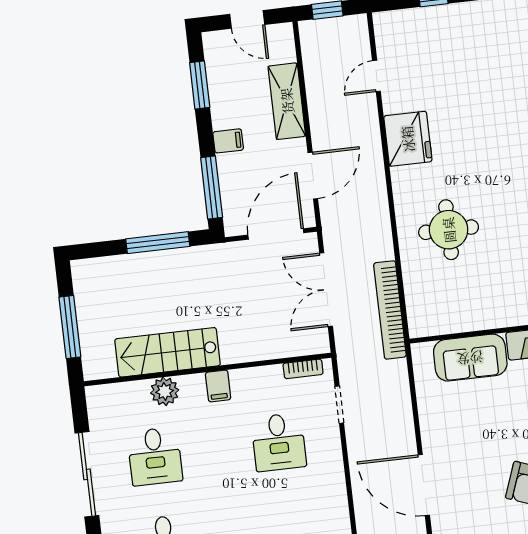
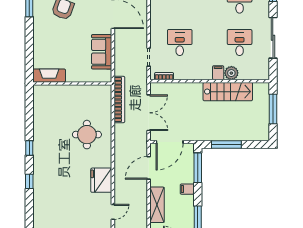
sofa: (470, 358) -> (102, 52), moved, turned -90
filing cabinet: (218, 386) -> (218, 73), moved

